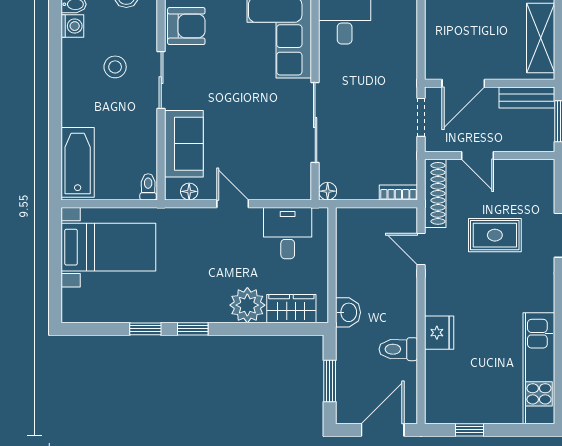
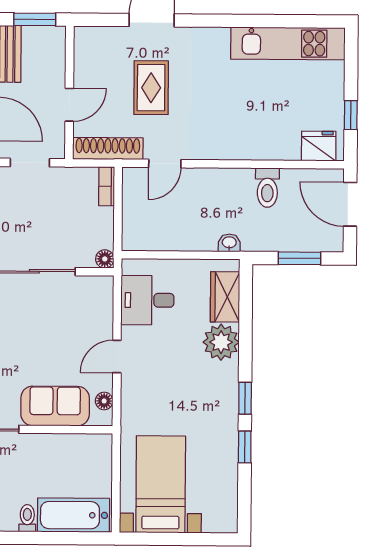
toilet: (148, 187) -> (27, 518), moved, turned 90
washbasin: (348, 312) -> (229, 243), width x0.72, depth x0.69
fridge: (439, 333) -> (319, 146), moved

